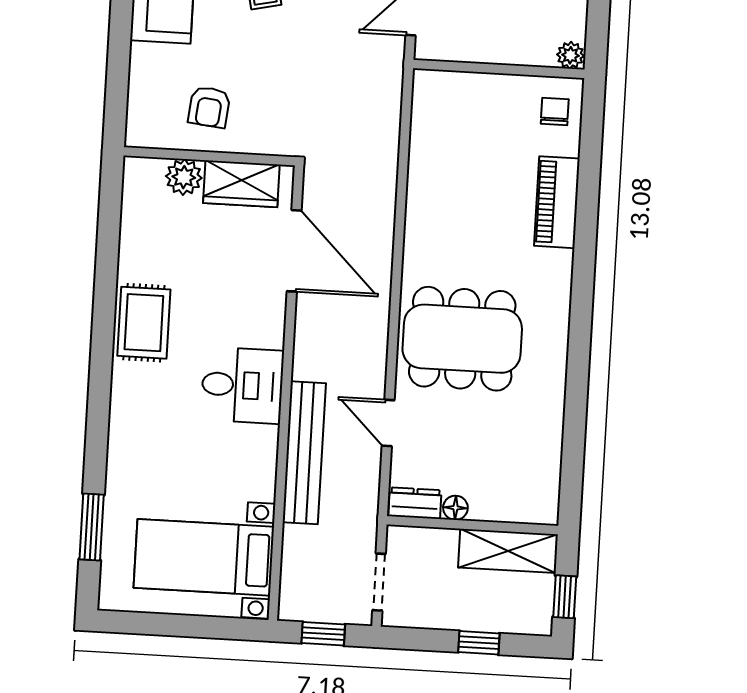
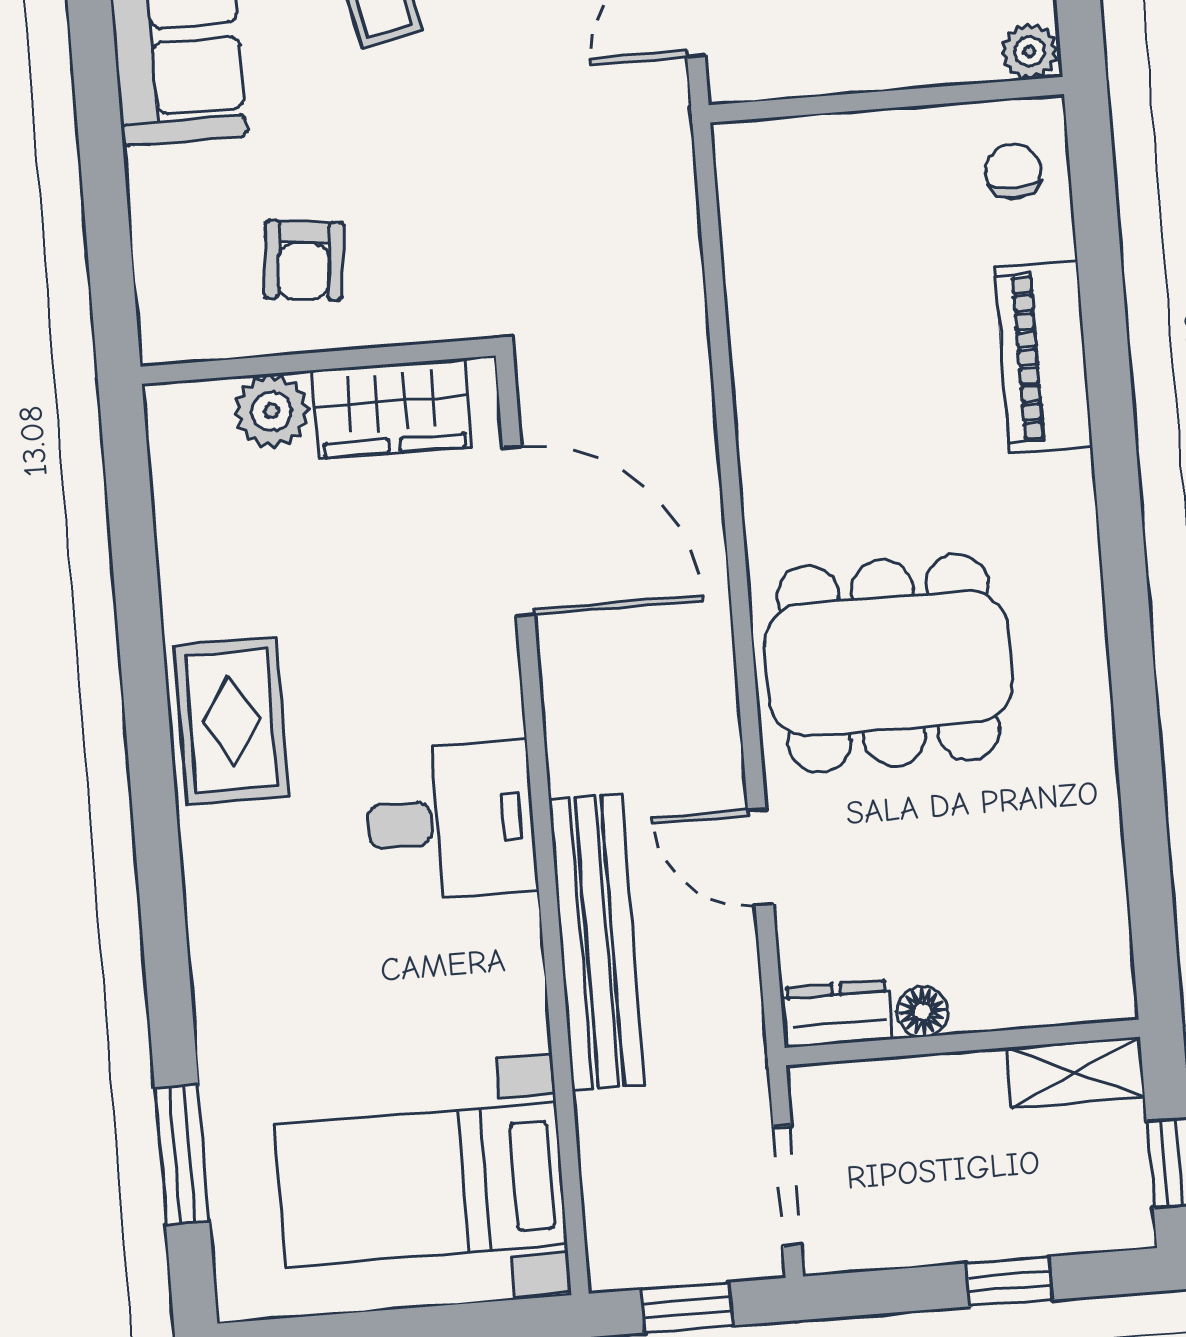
shelving: (508, 551) -> (1075, 1072), width x0.67, depth x0.75

